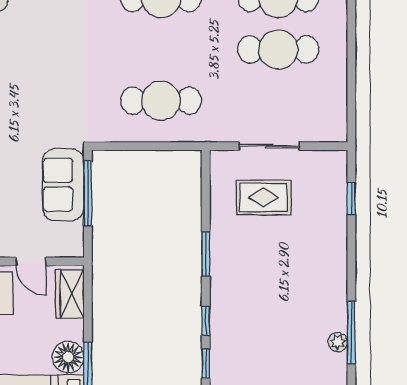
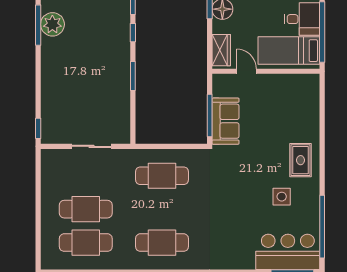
rug: (264, 197) -> (95, 113), removed
window: (351, 199) -> (38, 128), moved
plant: (338, 342) -> (52, 24), width x1.87, depth x1.87

